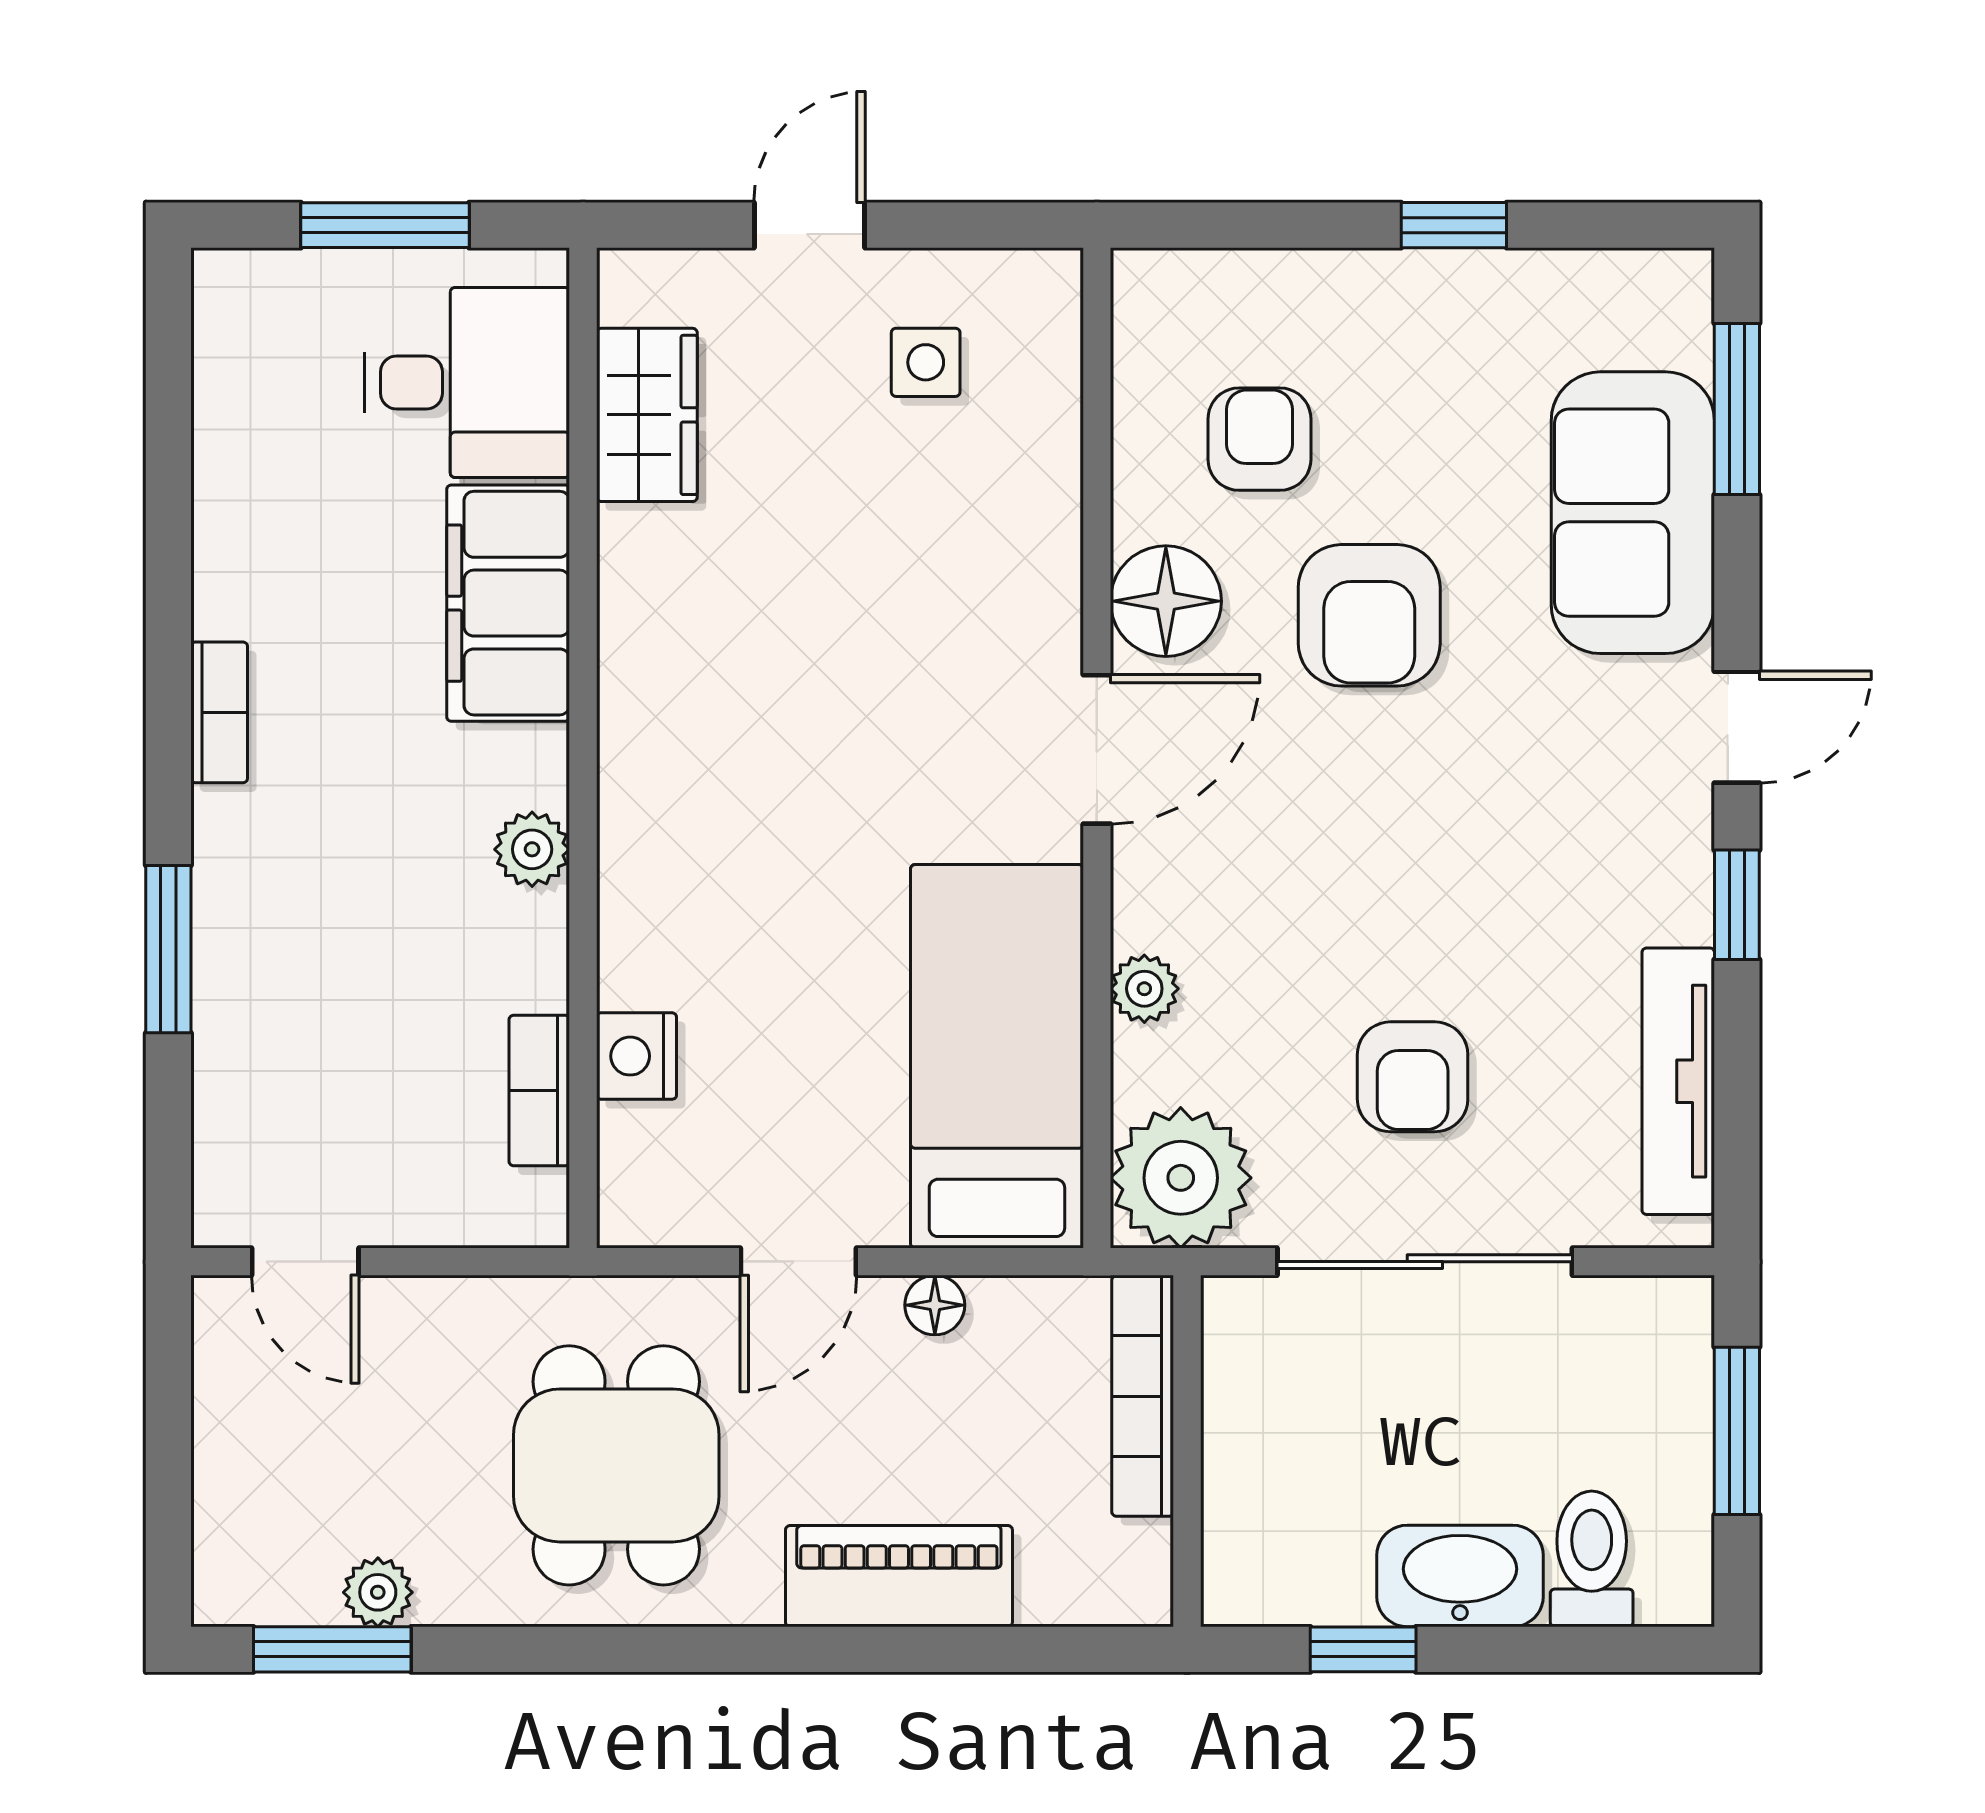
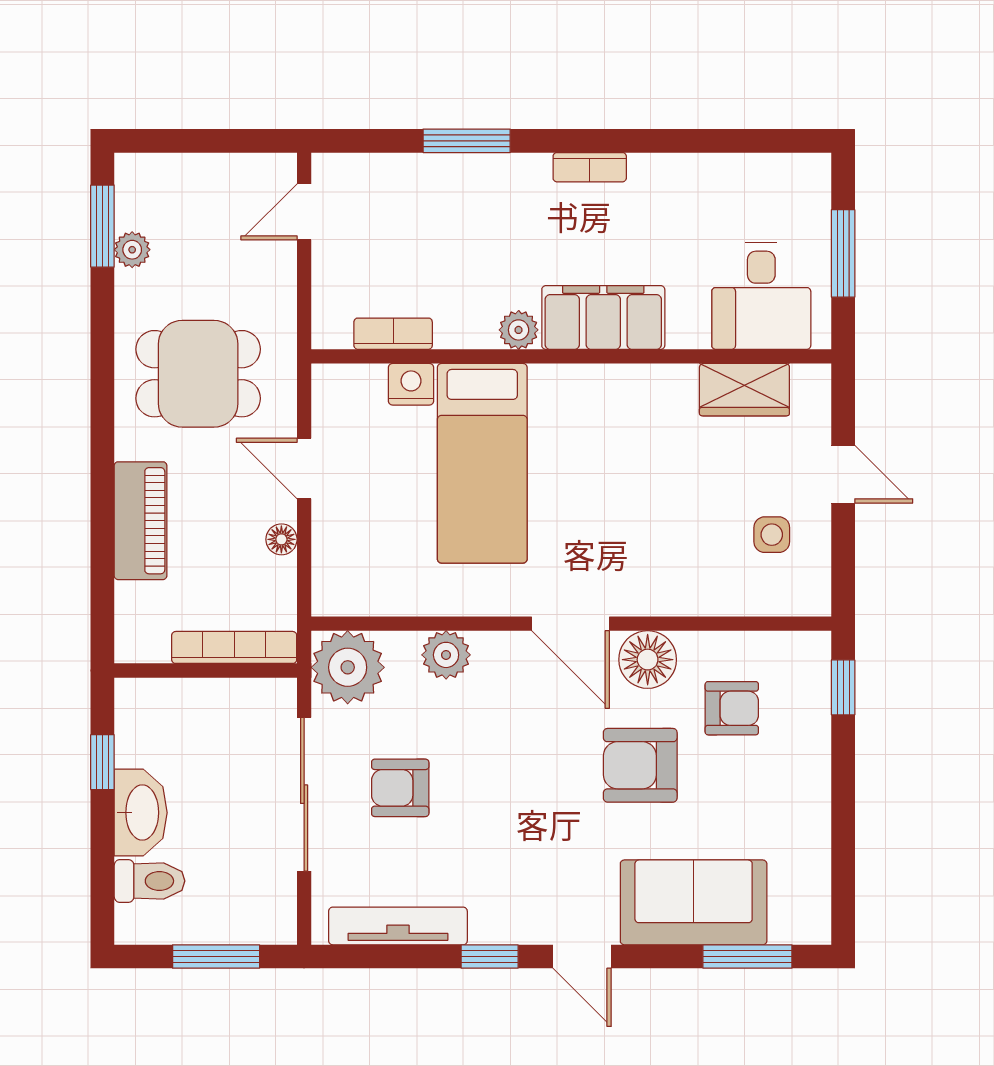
window: (1454, 225) -> (843, 687), moved
filing cabinet: (508, 603) -> (603, 318), moved
plant: (1144, 989) -> (446, 655), width x1.38, depth x1.38
bed: (997, 1056) -> (482, 463), moved, turned 90

